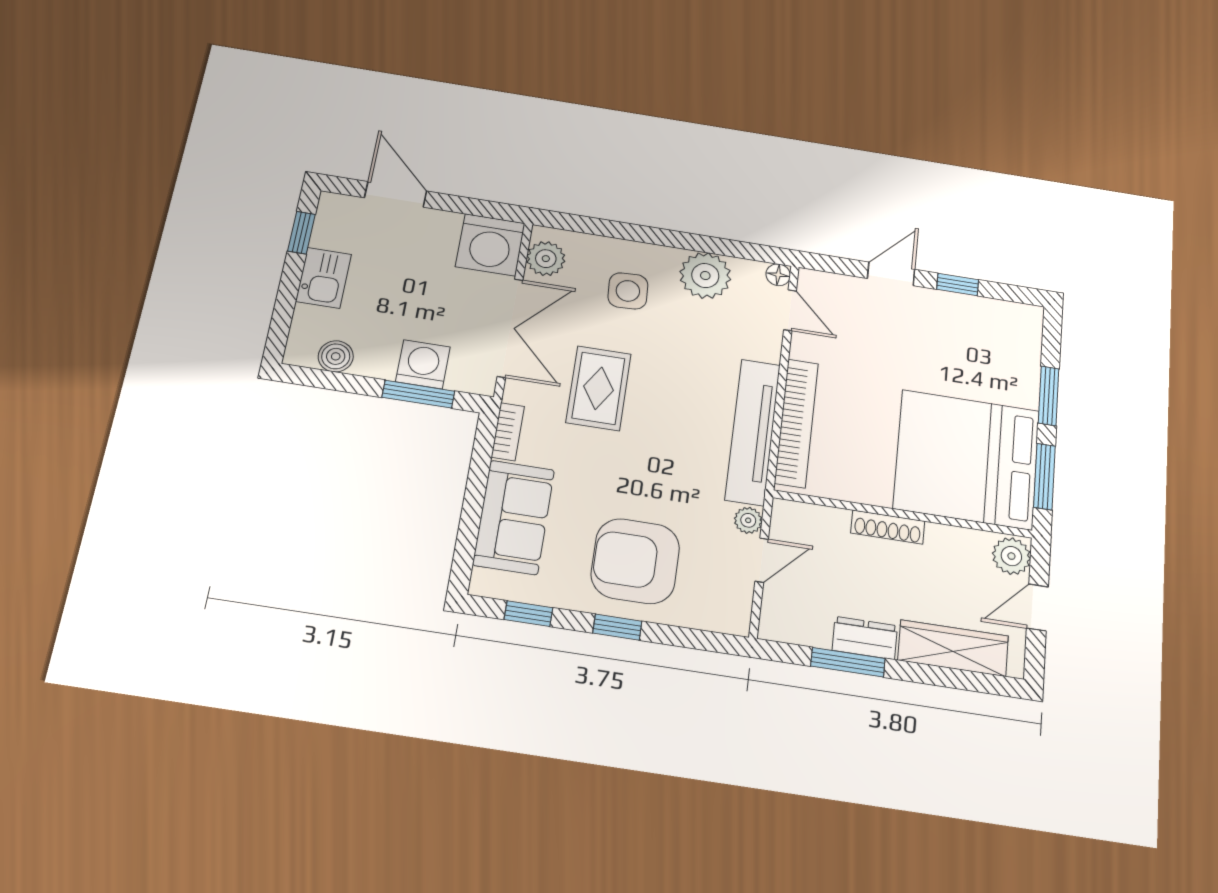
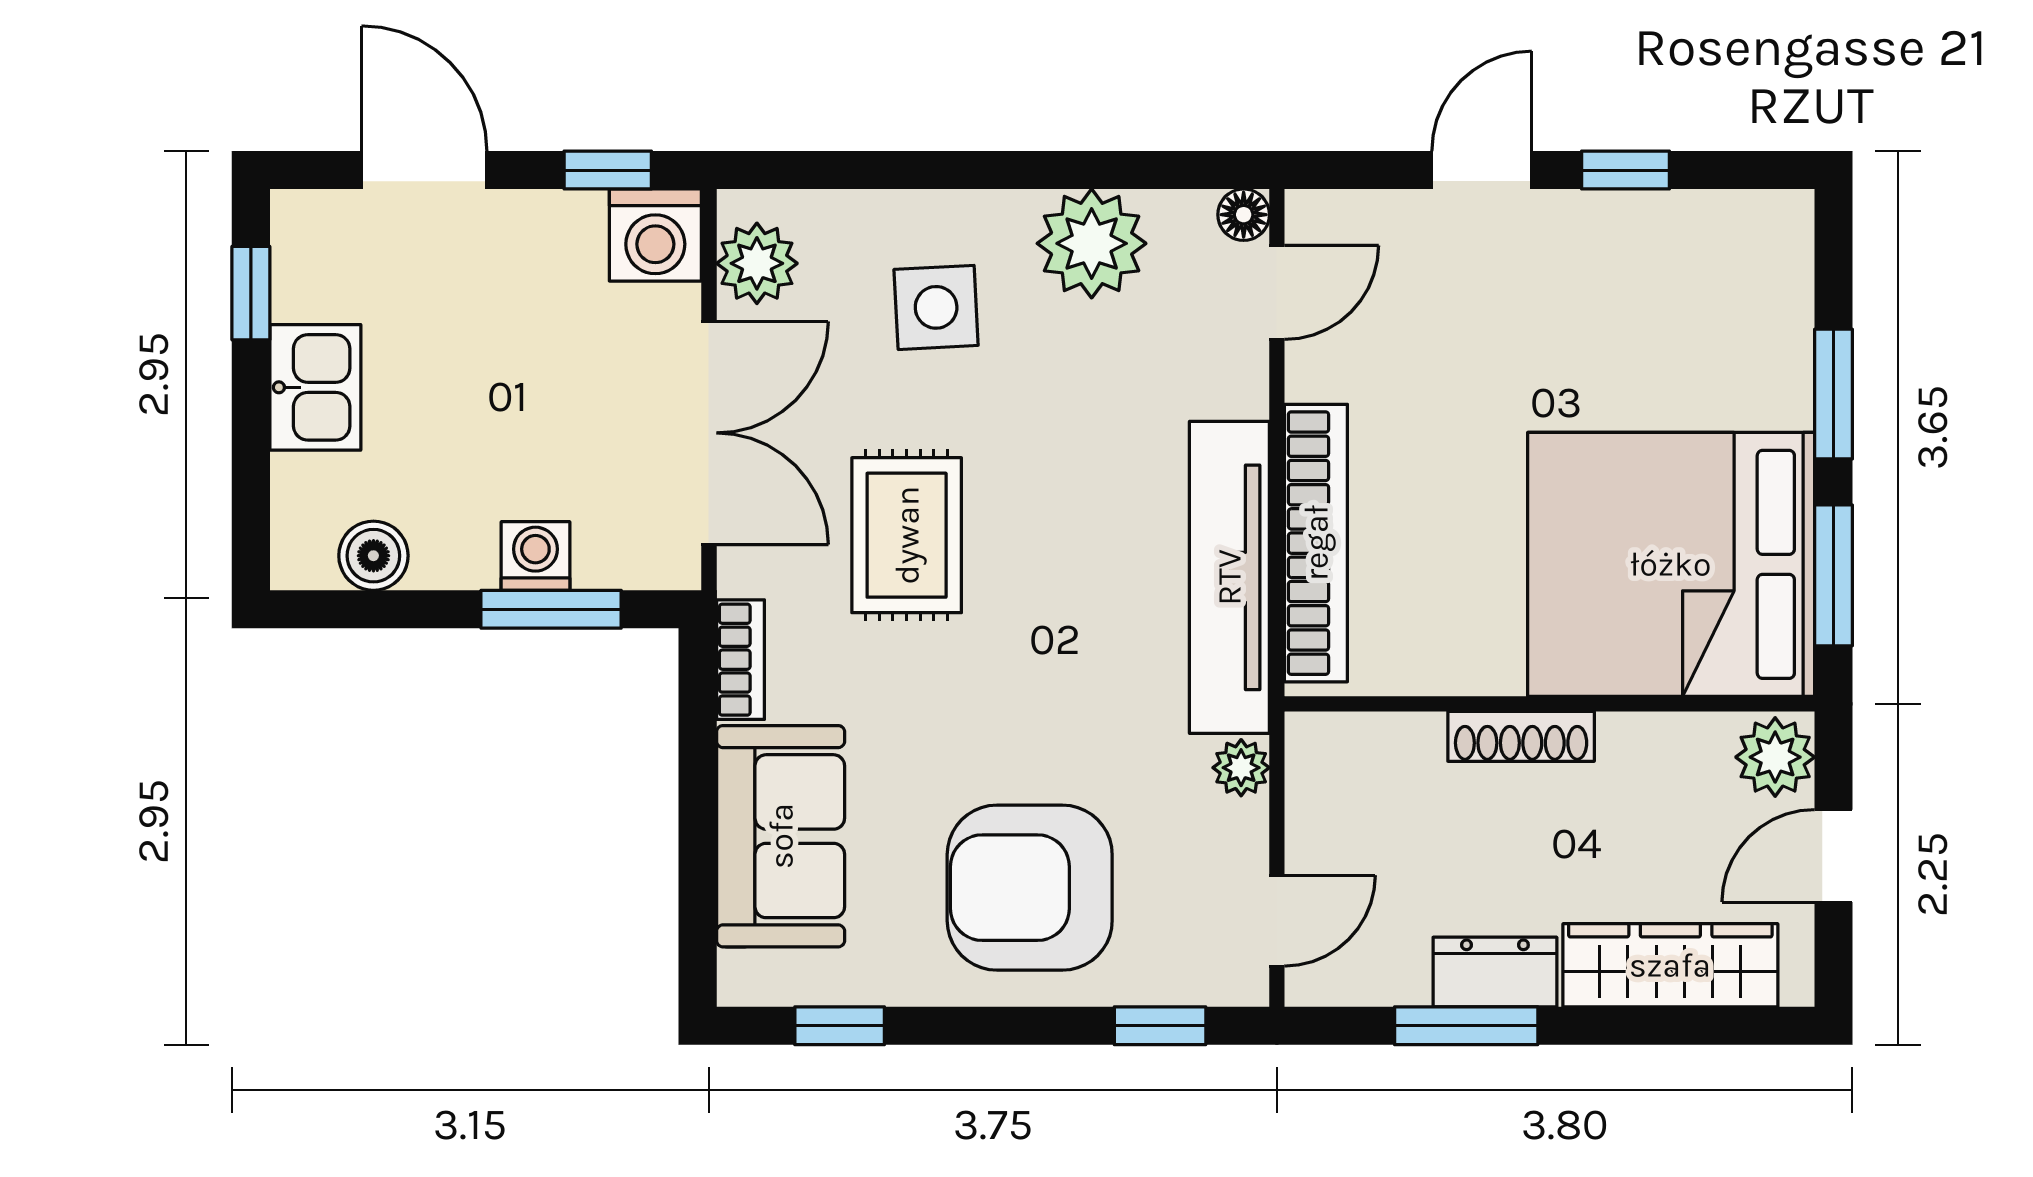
window: (482, 208) -> (608, 170), added
washing machine: (490, 245) -> (655, 235), width x0.73, depth x0.73
door: (790, 310) -> (1277, 292), hinge flipped
washing machine: (423, 364) -> (535, 556), width x0.73, depth x0.73
door: (762, 560) -> (1277, 921), moved
window: (617, 627) -> (1160, 1026), moved

